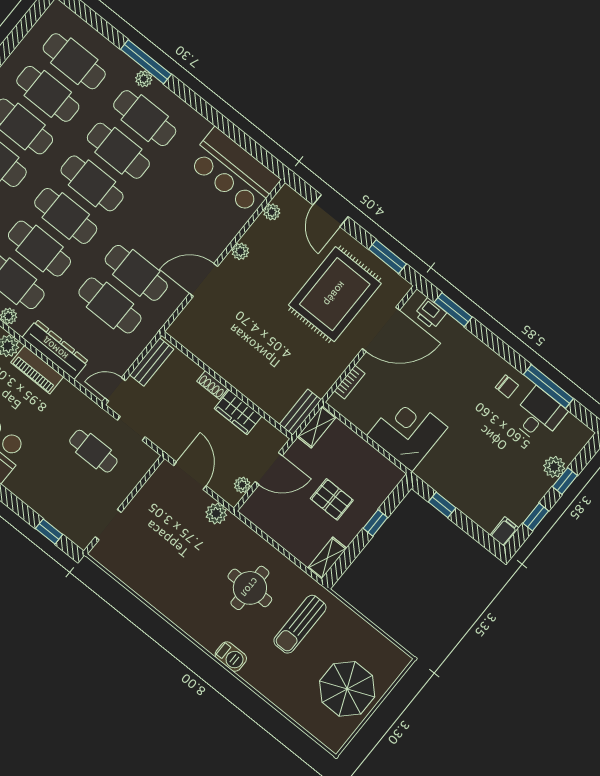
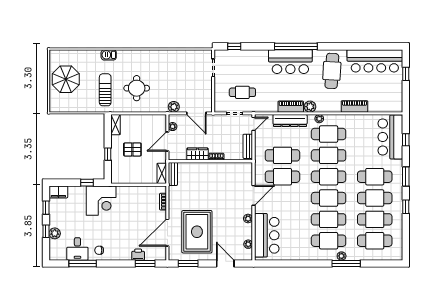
bar counter: (233, 171) -> (267, 235), moved, turned 90
printer: (430, 314) -> (138, 255), moved
corner desk: (407, 431) -> (101, 201), moved
filing cabinet: (504, 532) -> (58, 192), width x2.00
barbecue: (231, 657) -> (109, 55), moved

